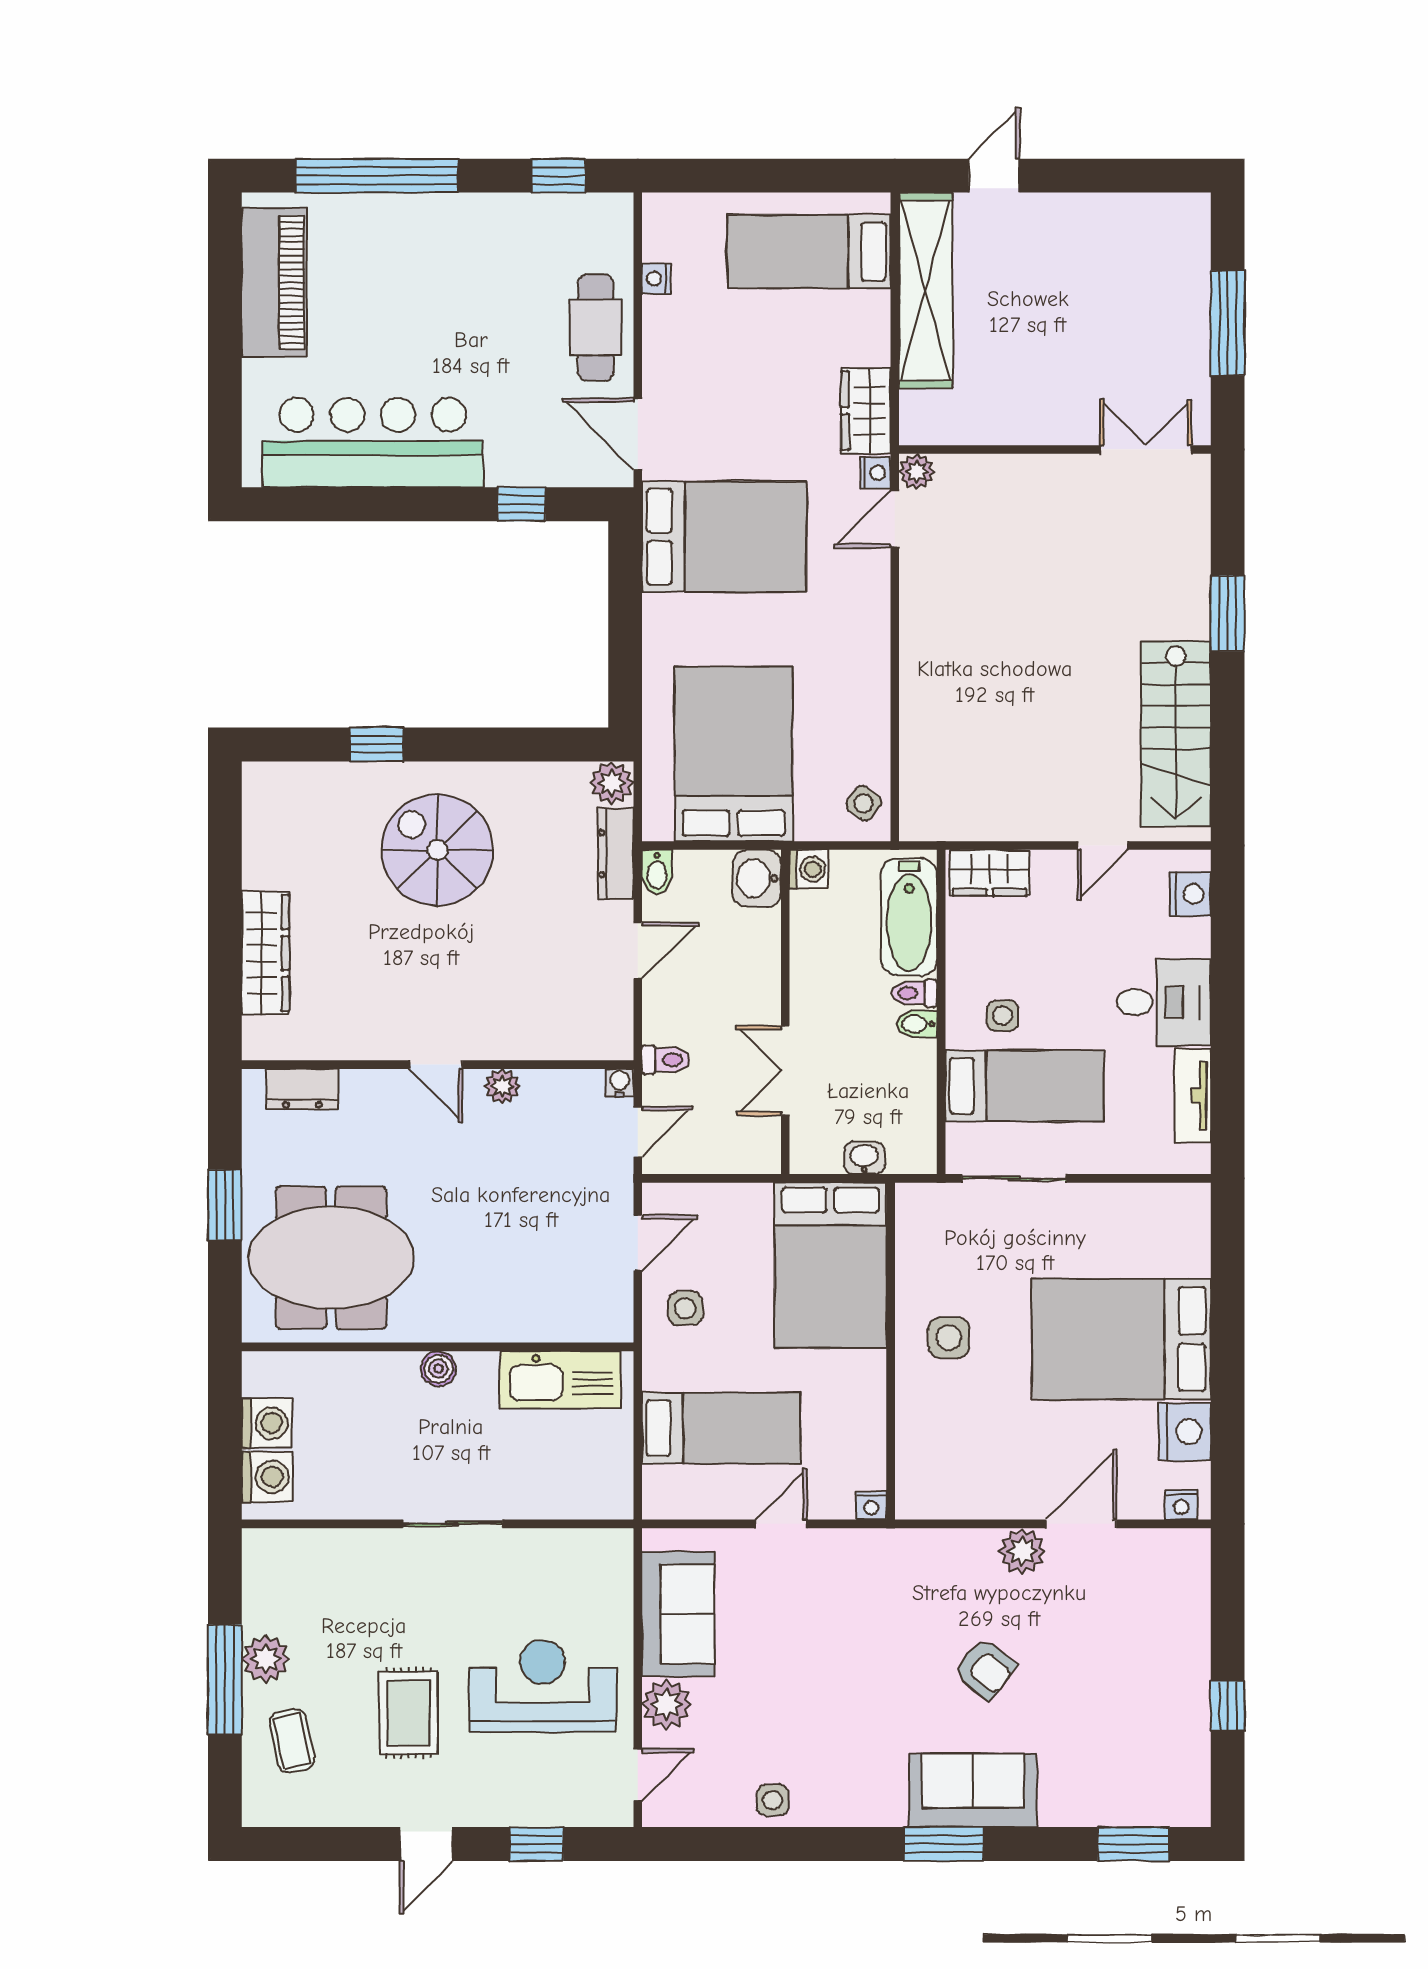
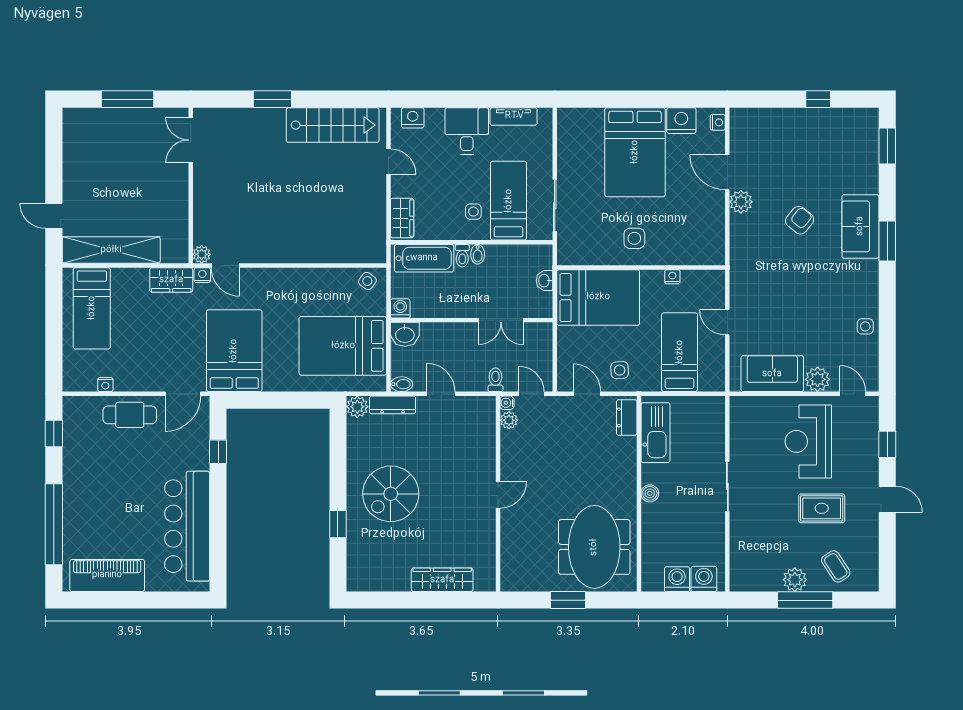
plant: (502, 1086) -> (509, 420), moved
dresser: (302, 1089) -> (627, 417), moved, turned 180
nightstand: (871, 1505) -> (672, 277), moved, turned -90
coffee table: (292, 1741) -> (836, 566), turned 69

